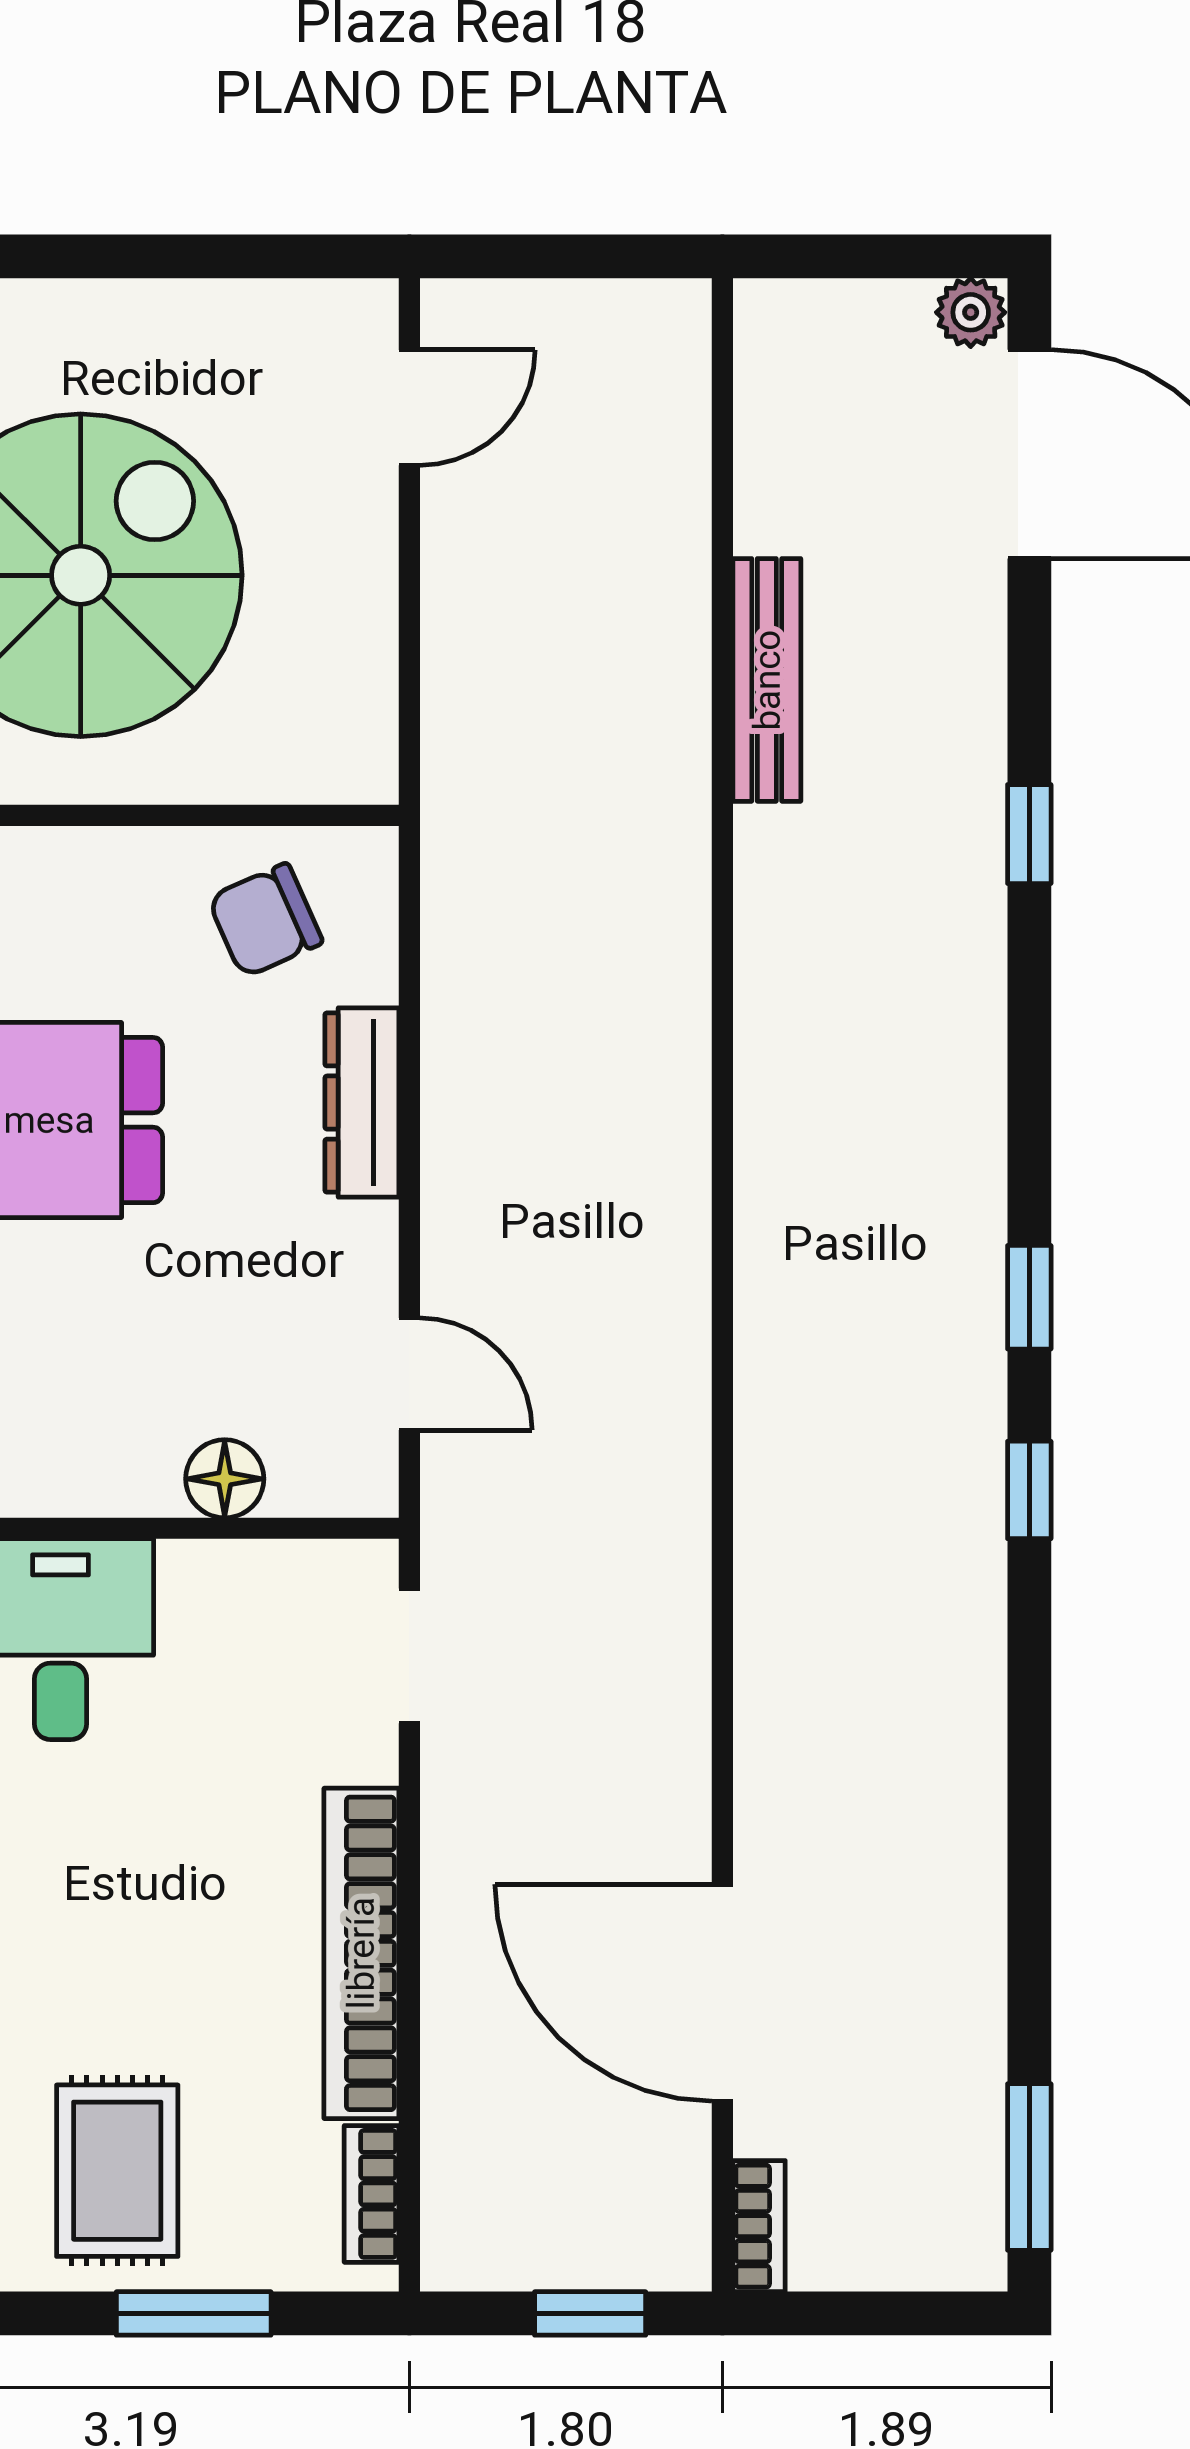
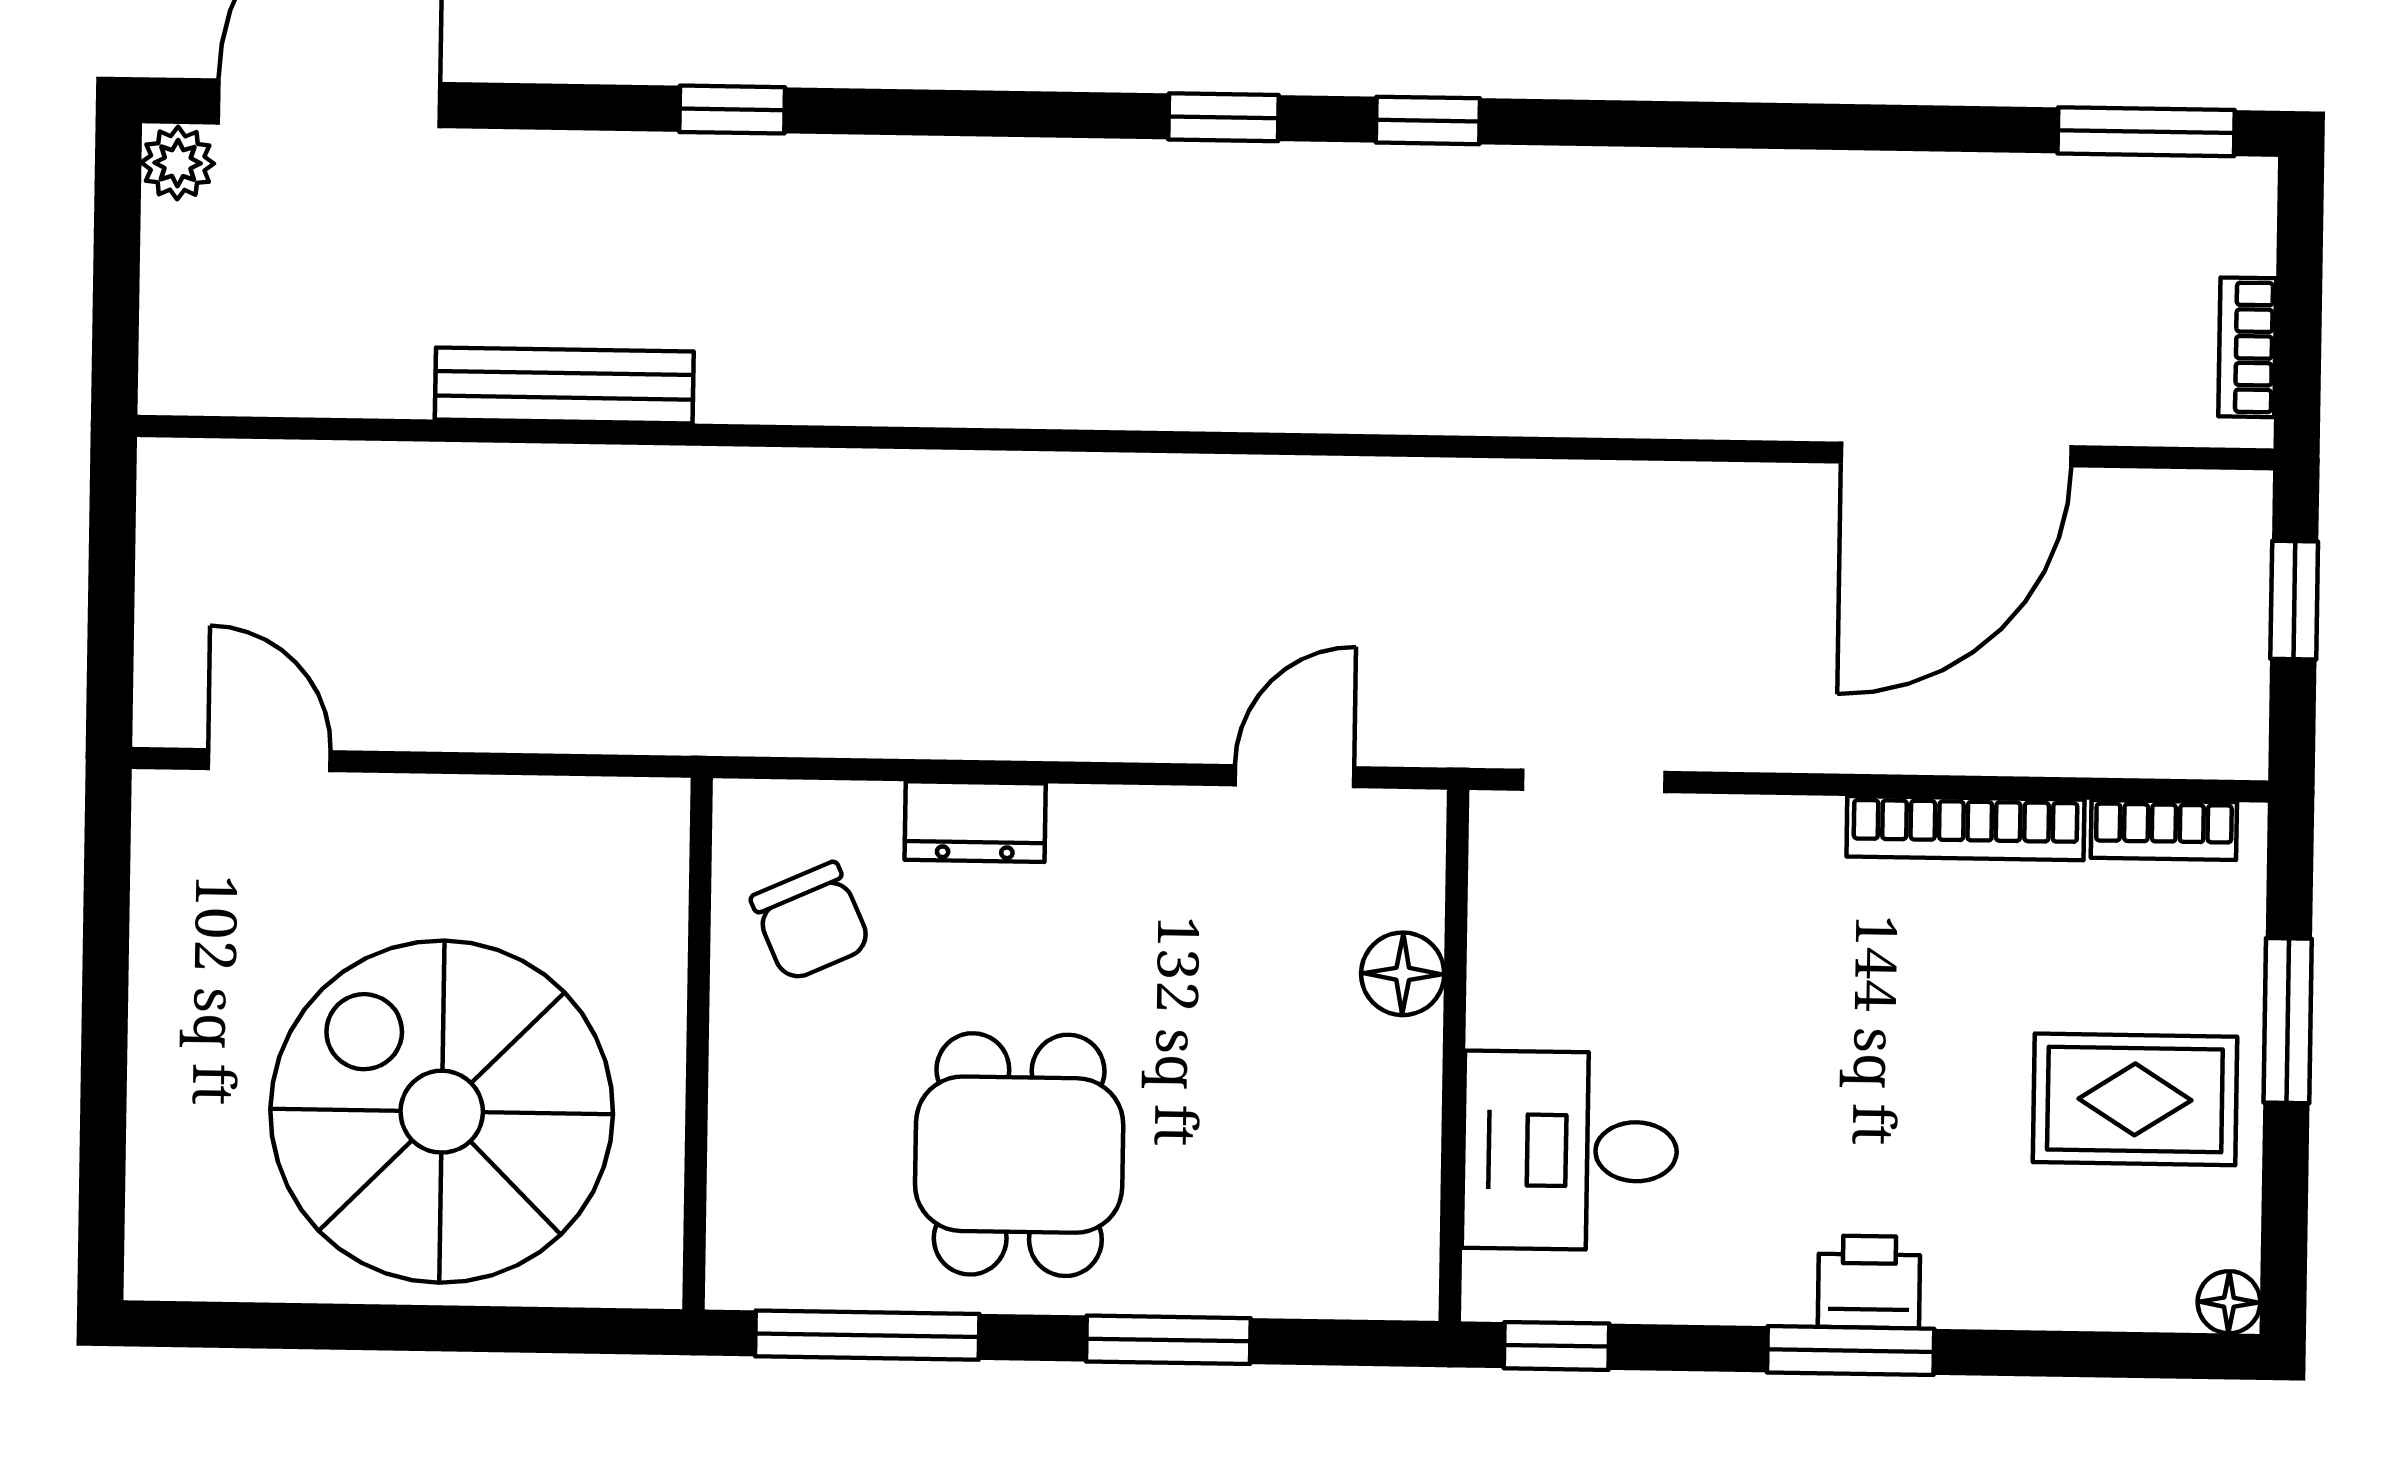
dresser: (362, 1103) -> (975, 822), width x0.70
bookcase: (361, 1953) -> (1965, 828), width x0.68, depth x0.76
bookcase: (759, 2226) -> (2247, 347), moved, turned -90

